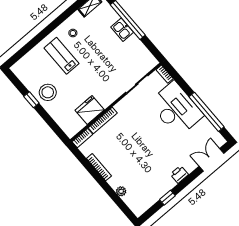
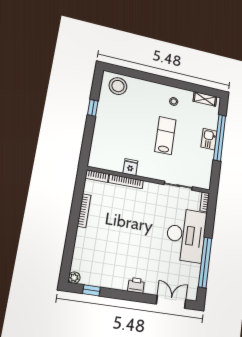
lab bench: (62, 56) -> (165, 136), moved
stool: (48, 92) -> (118, 86), moved
fridge: (90, 110) -> (130, 167), width x0.53, depth x0.75
plant: (121, 191) -> (74, 278), moved
window: (167, 198) -> (91, 290), moved

